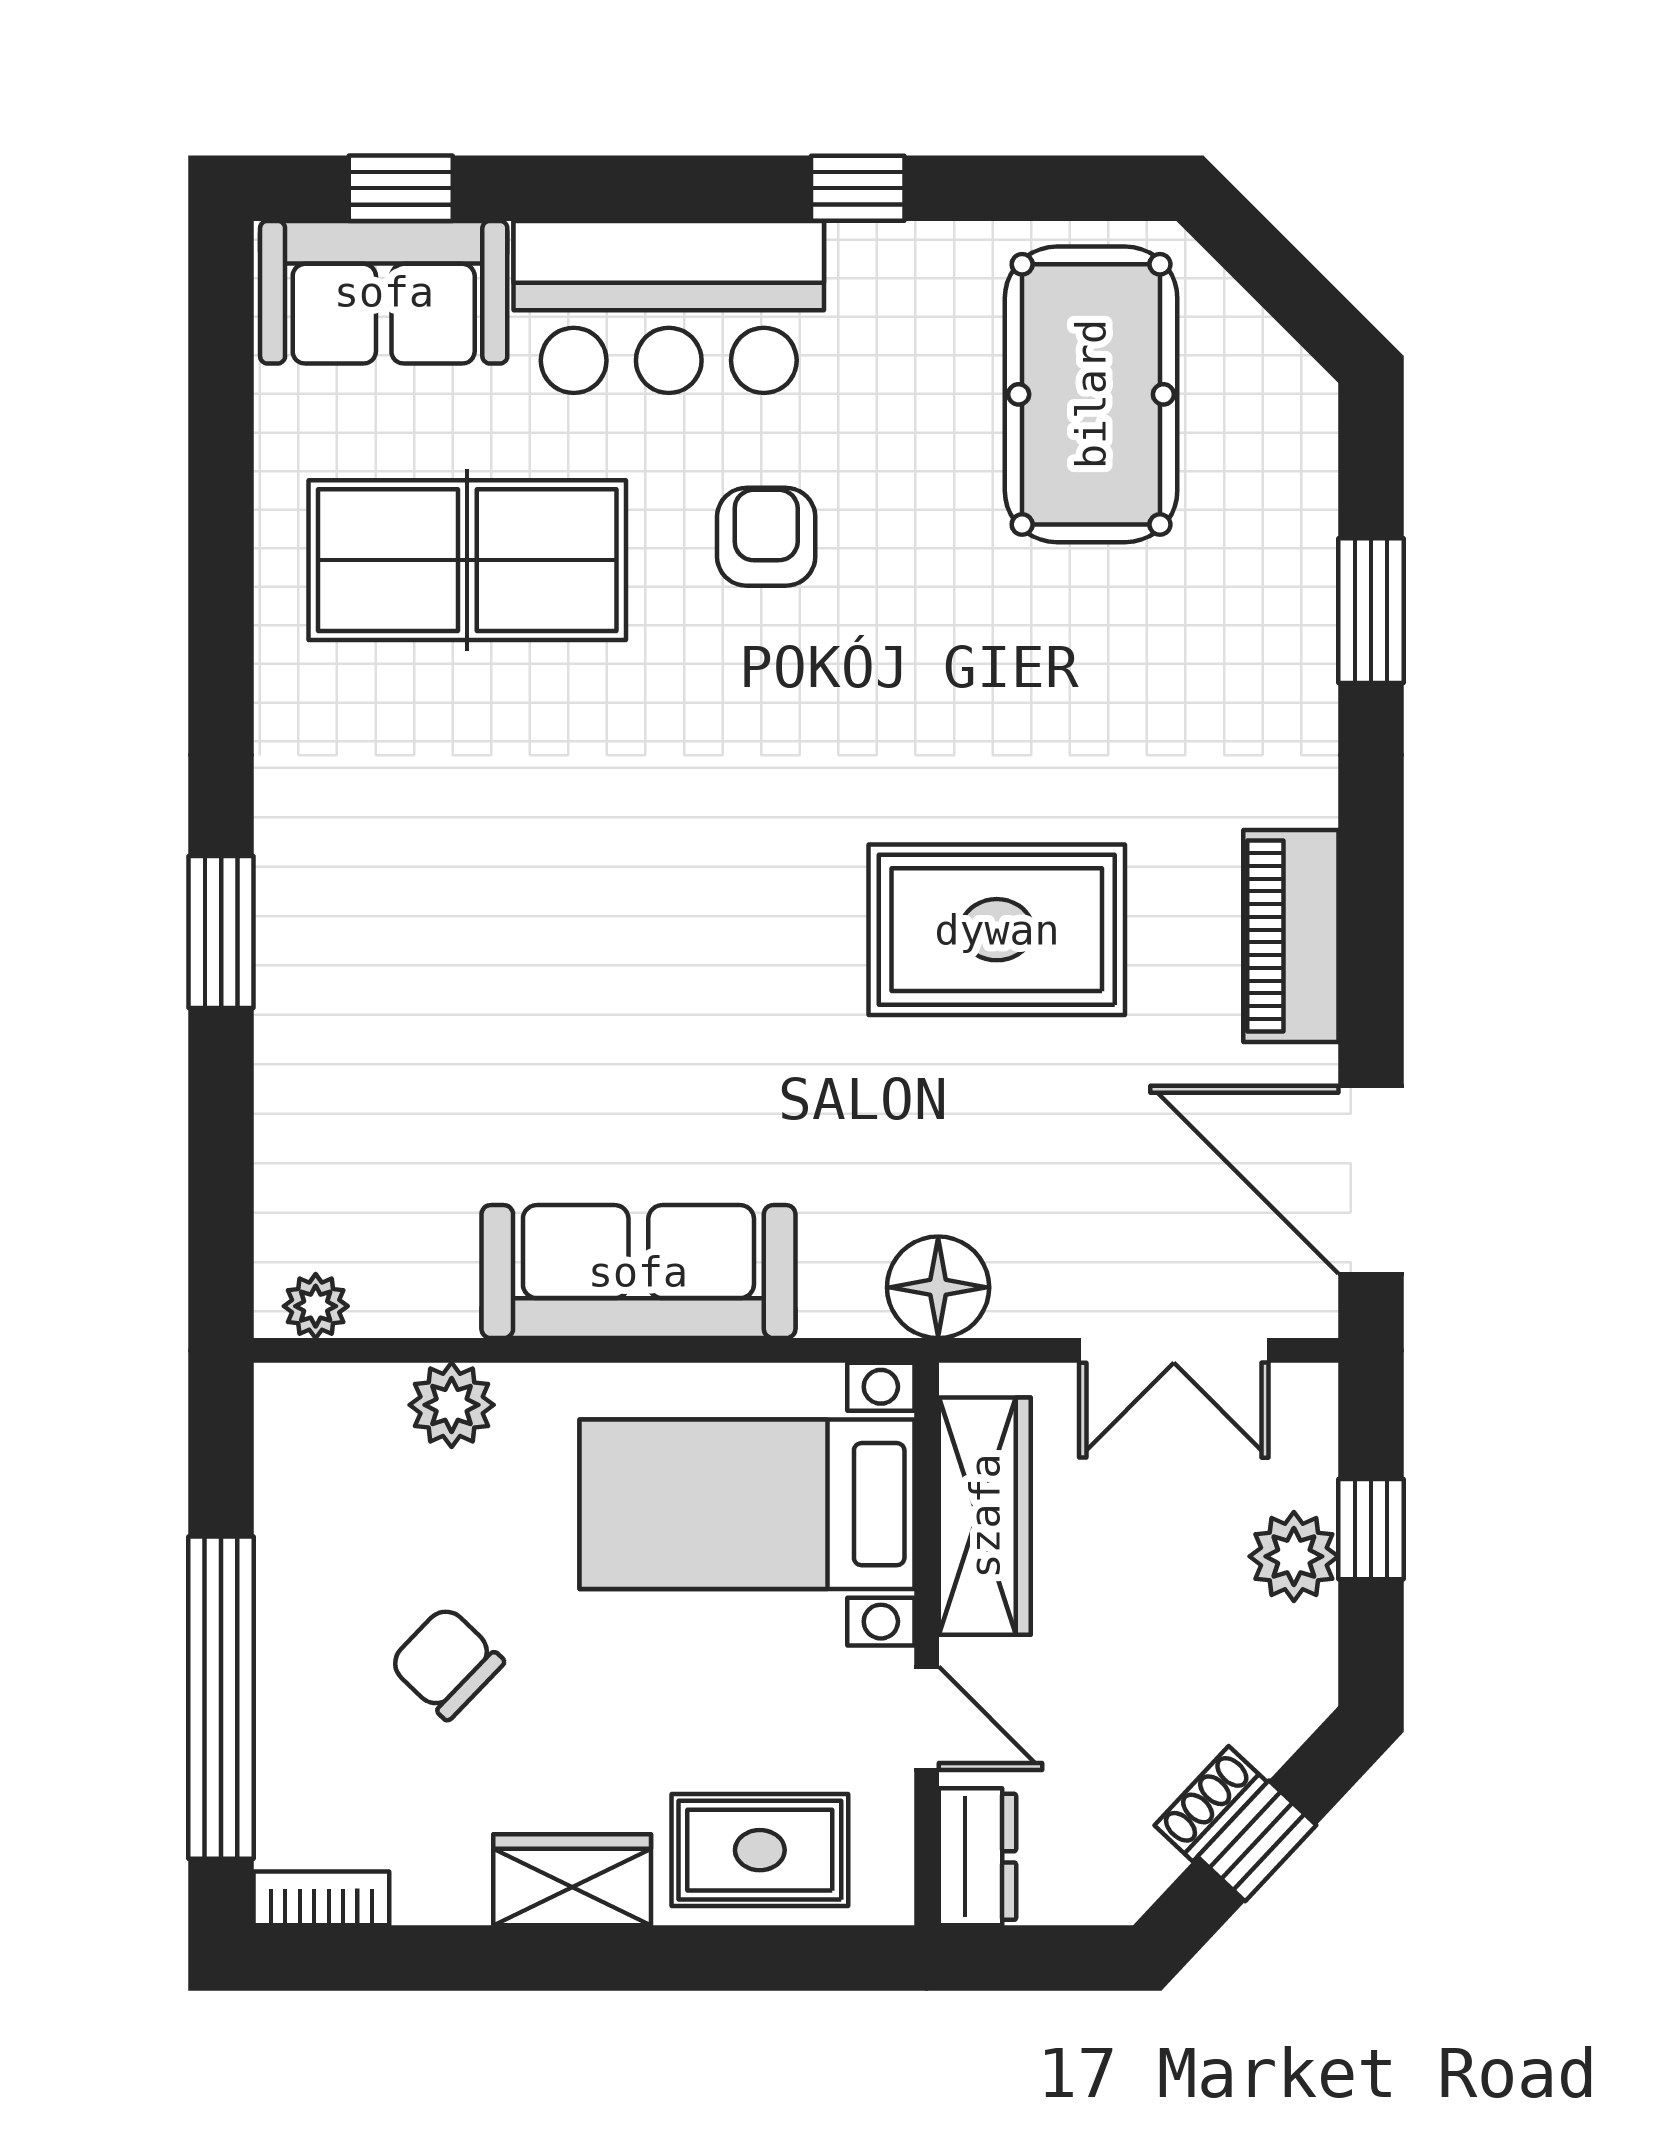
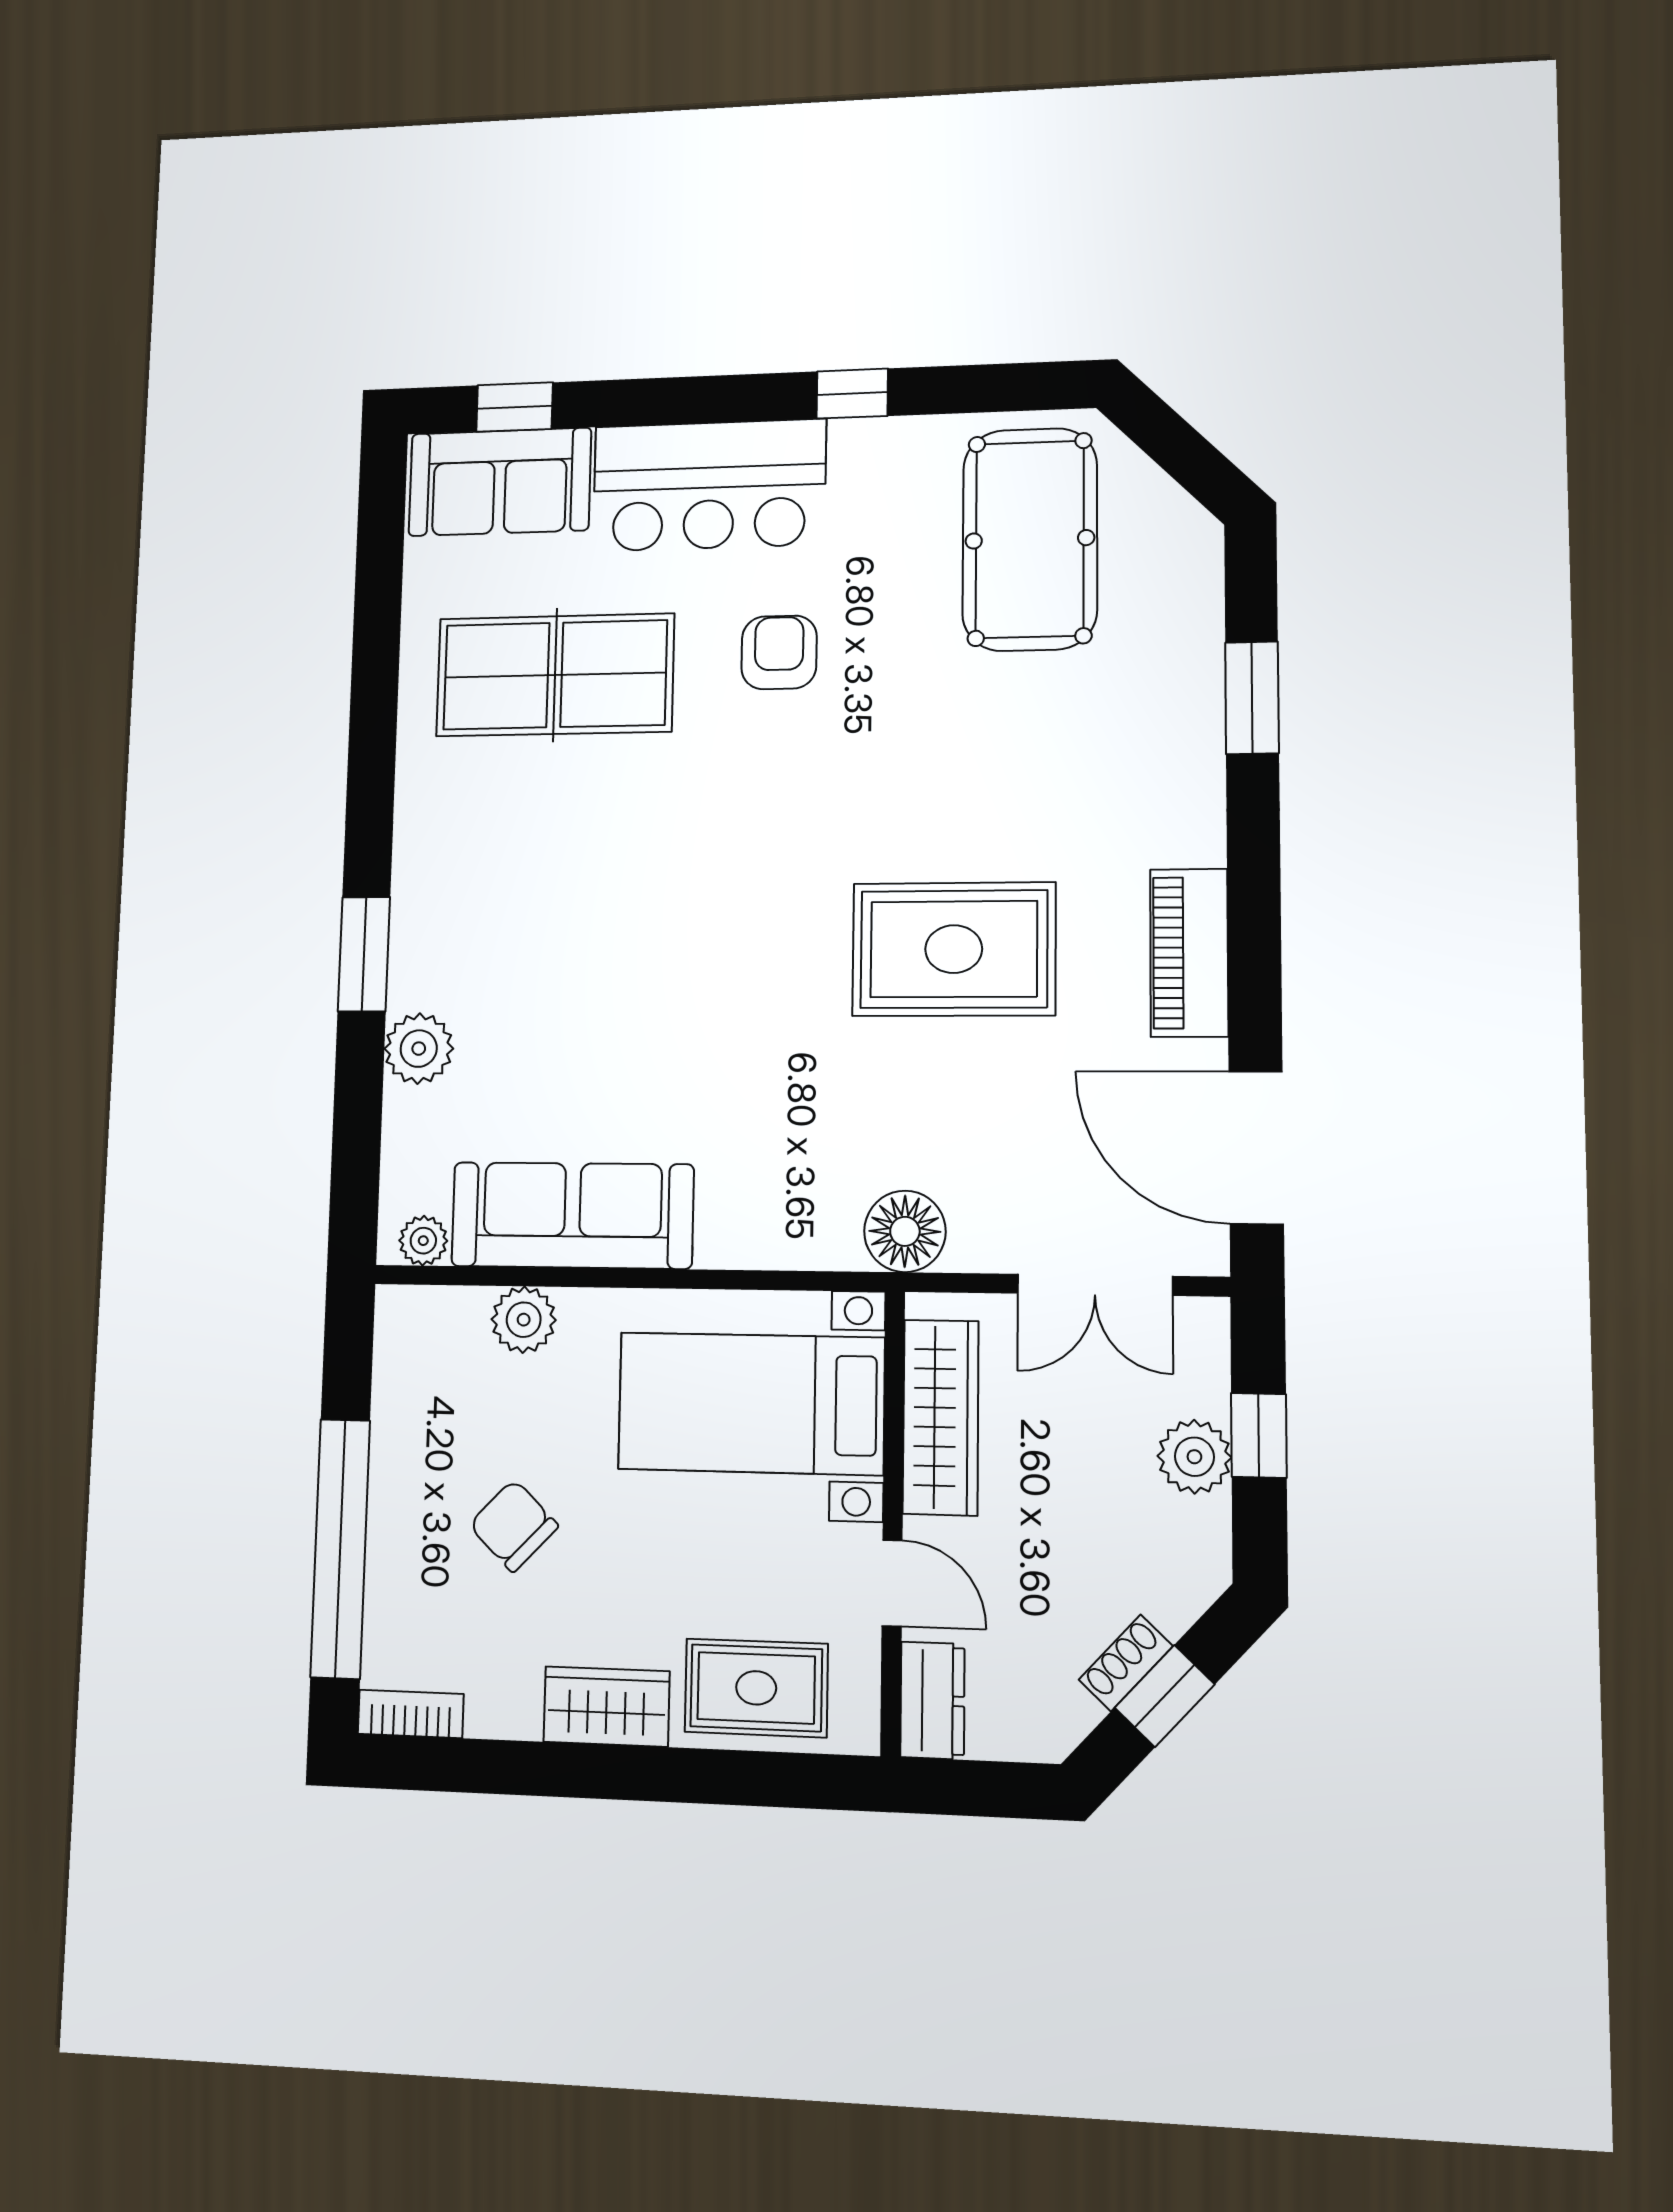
plant: (300, 1057) -> (419, 1049), added
sofa: (638, 1272) -> (572, 1215), moved

